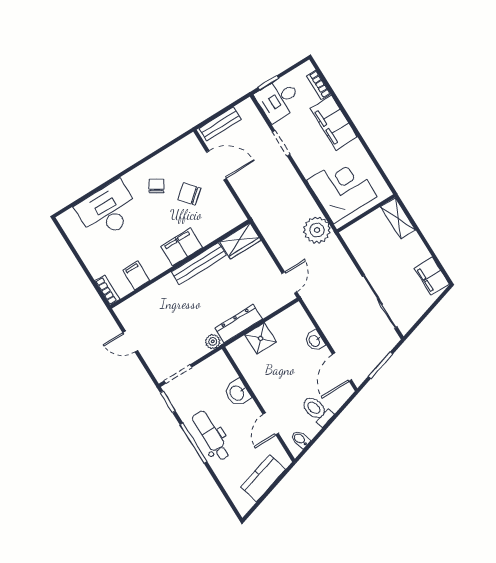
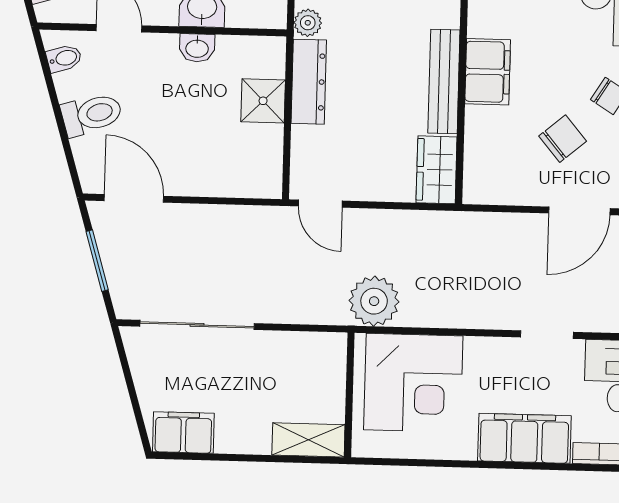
washbasin: (315, 341) -> (197, 48), moved, turned 180

